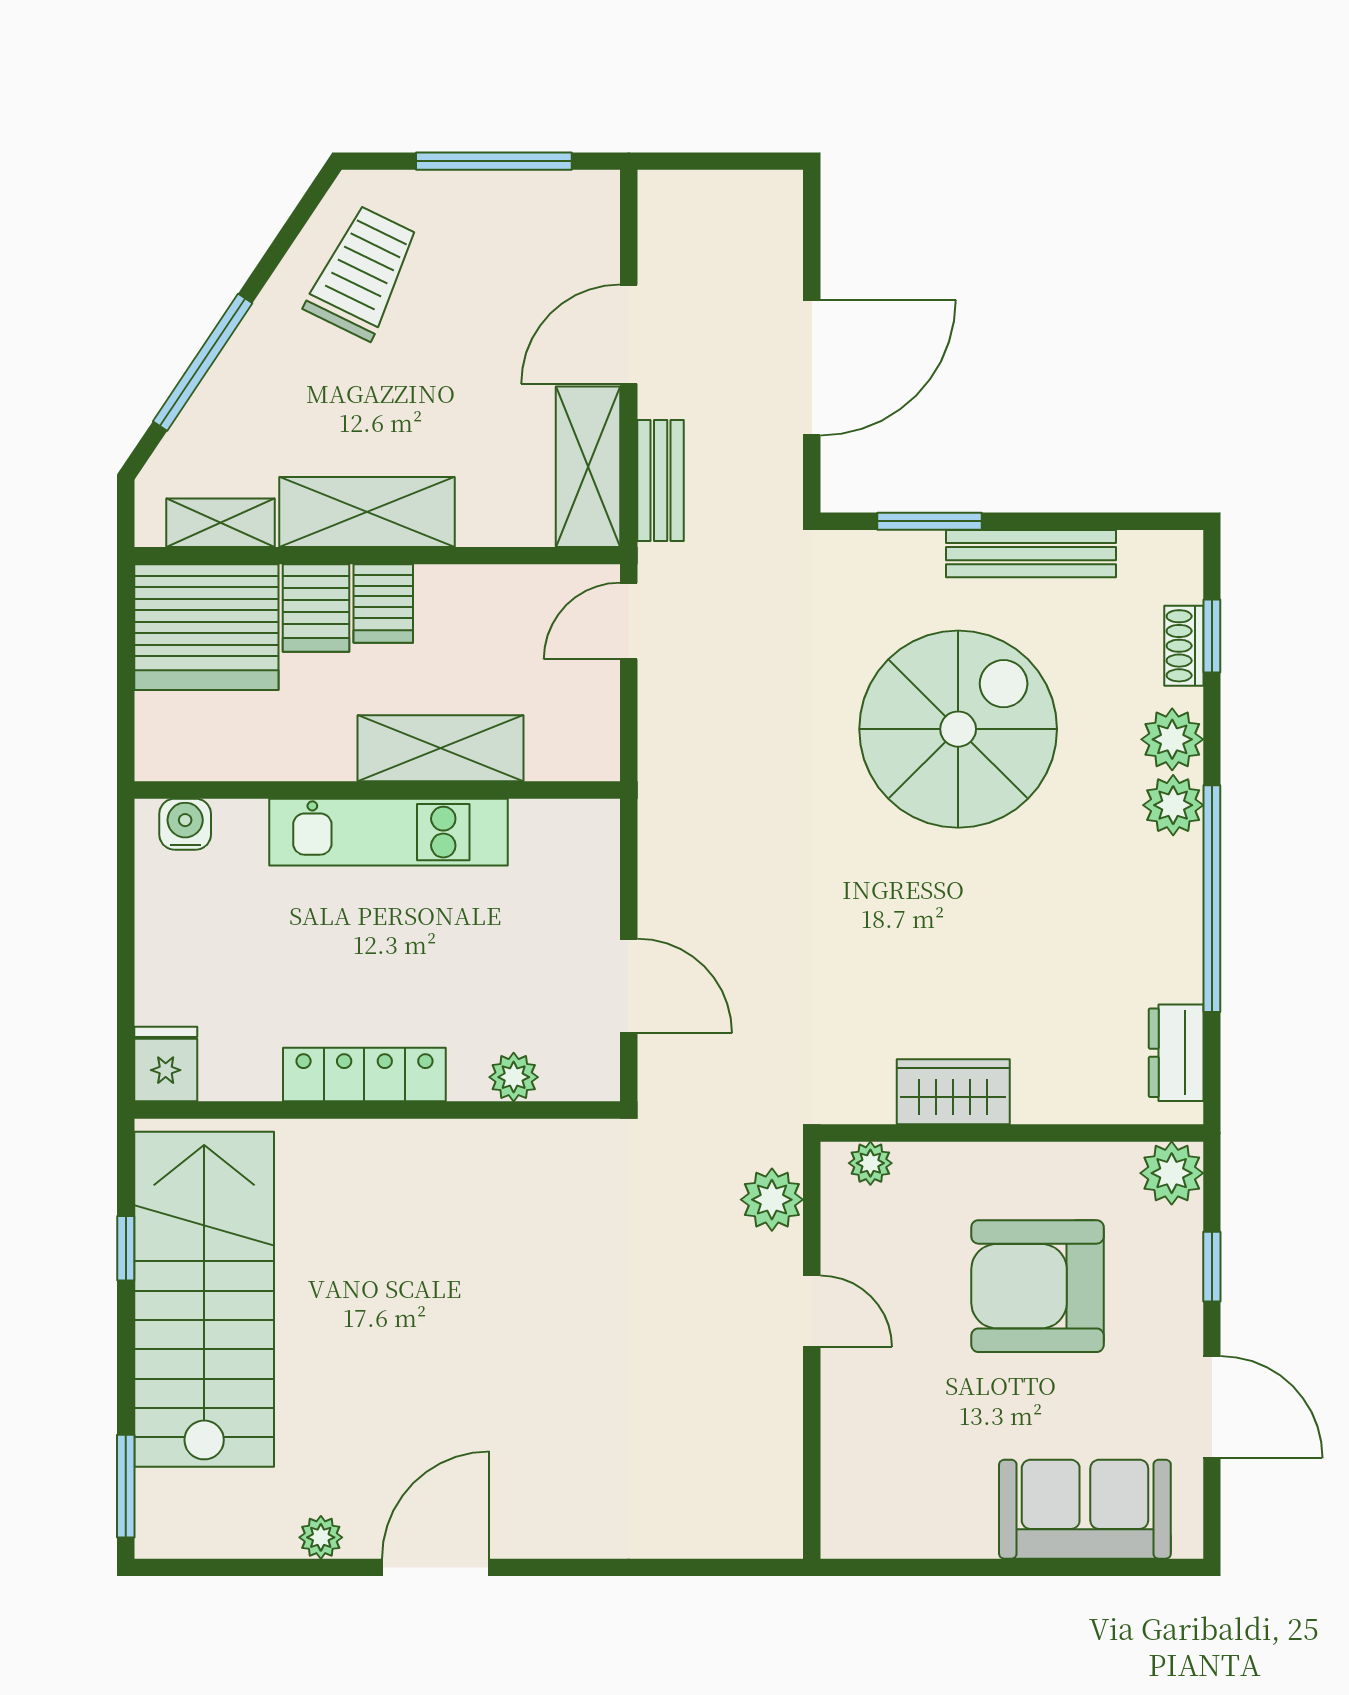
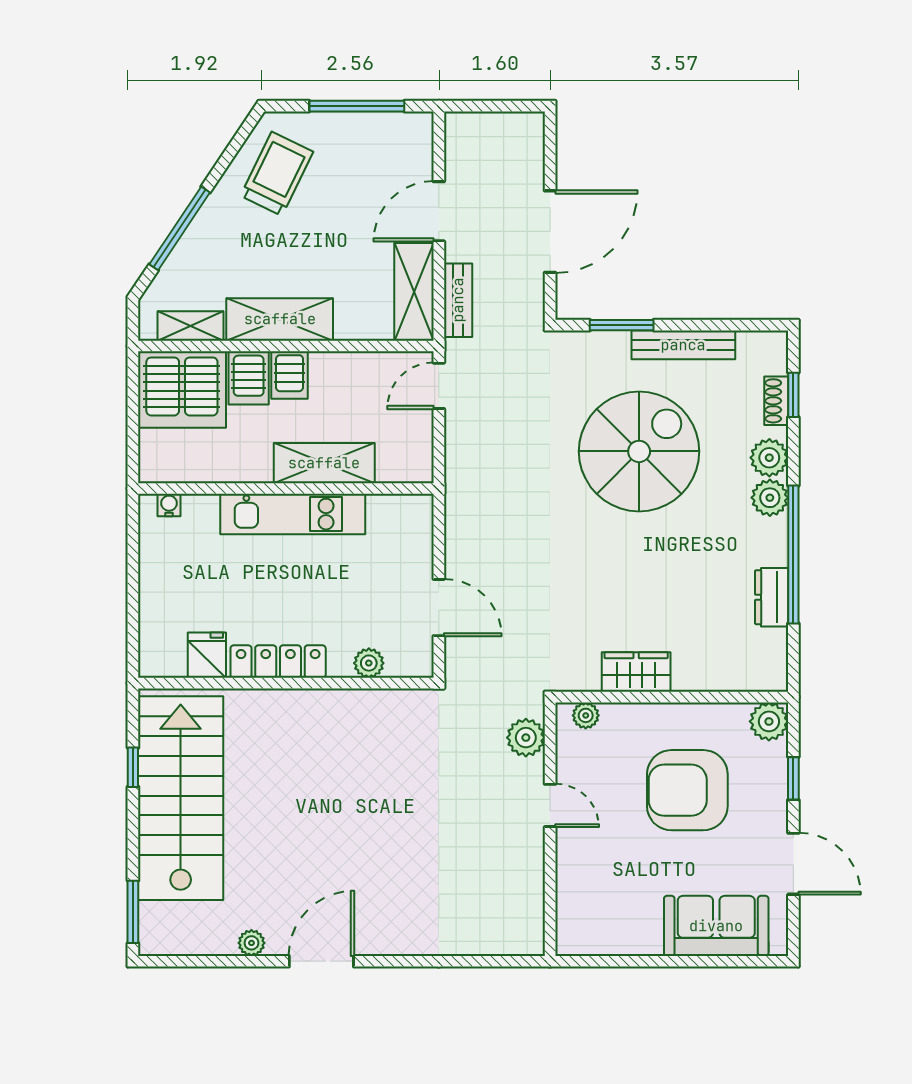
water cooler: (185, 824) -> (169, 505), width x0.72, depth x0.72
dresser: (1176, 1053) -> (772, 597), moved
fridge: (166, 1064) -> (207, 655), moved

